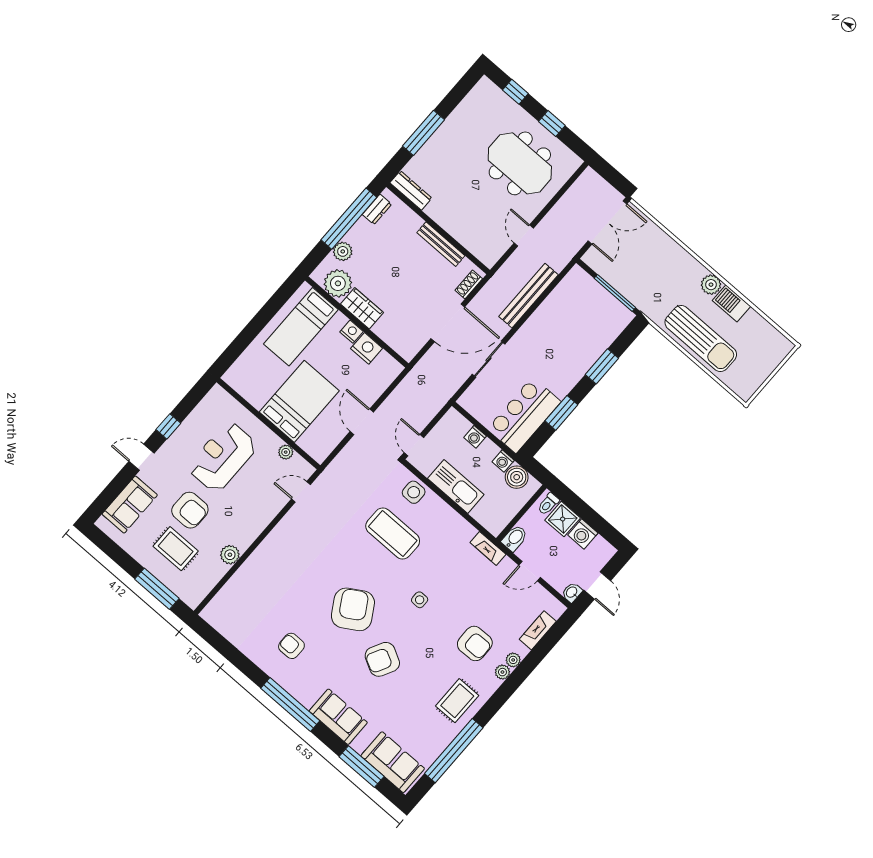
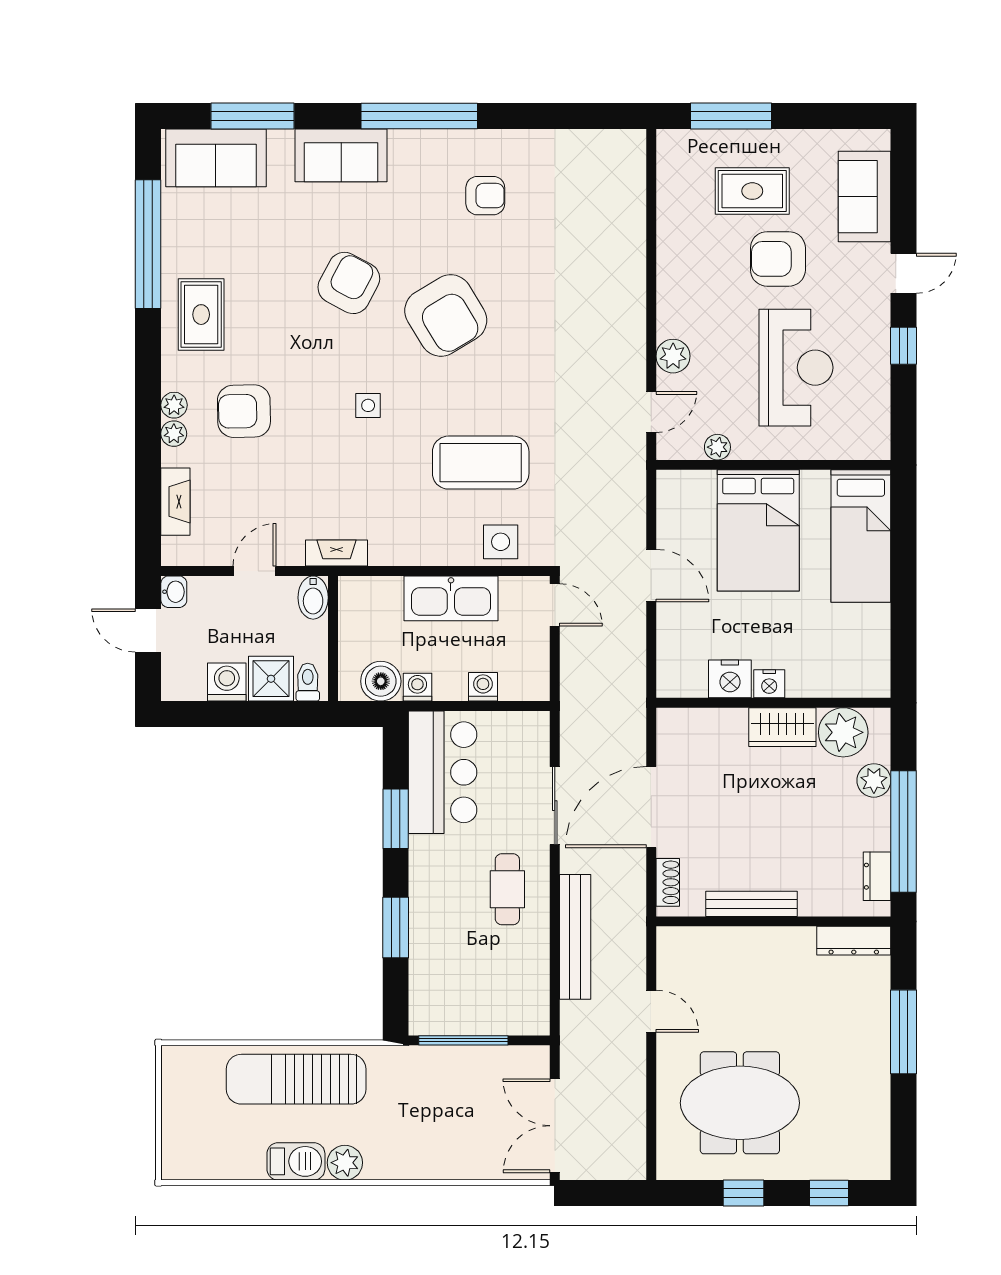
bed: (301, 327) -> (861, 536), moved, turned 180
cafe table: (540, 341) -> (507, 889), added
plant: (230, 555) -> (673, 356), moved

